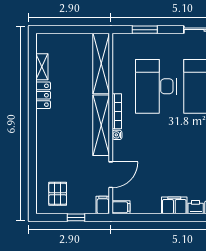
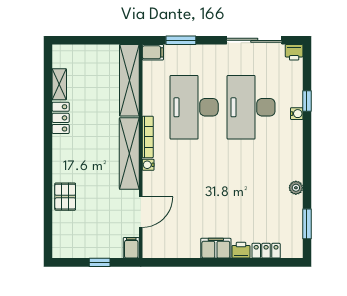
pallet: (58, 194) -> (65, 197), moved
filing cabinet: (121, 207) -> (153, 52), moved

